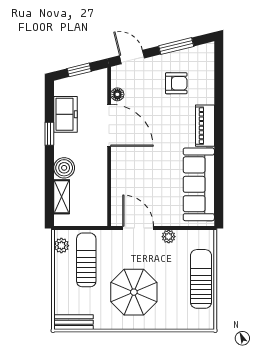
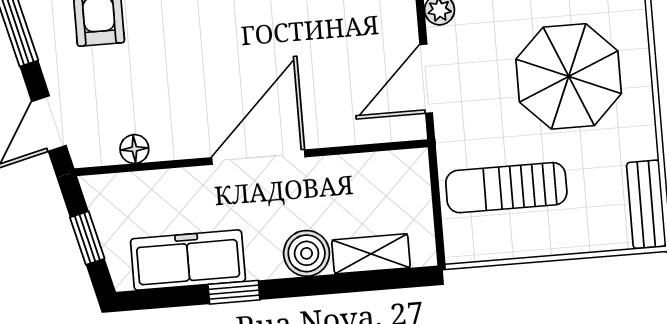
freezer: (65, 114) -> (188, 260), width x1.40
door: (109, 125) -> (258, 157), moved
plant: (61, 246) -> (479, 245), removed

